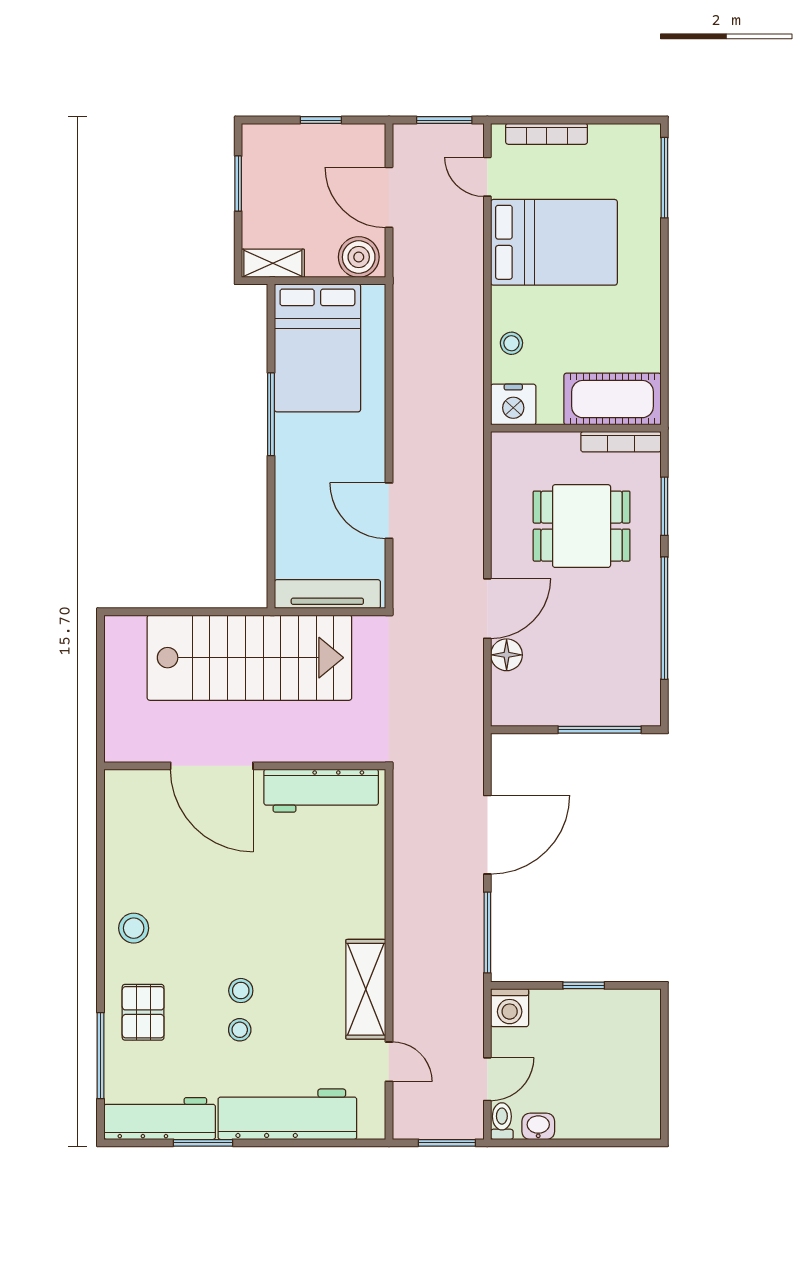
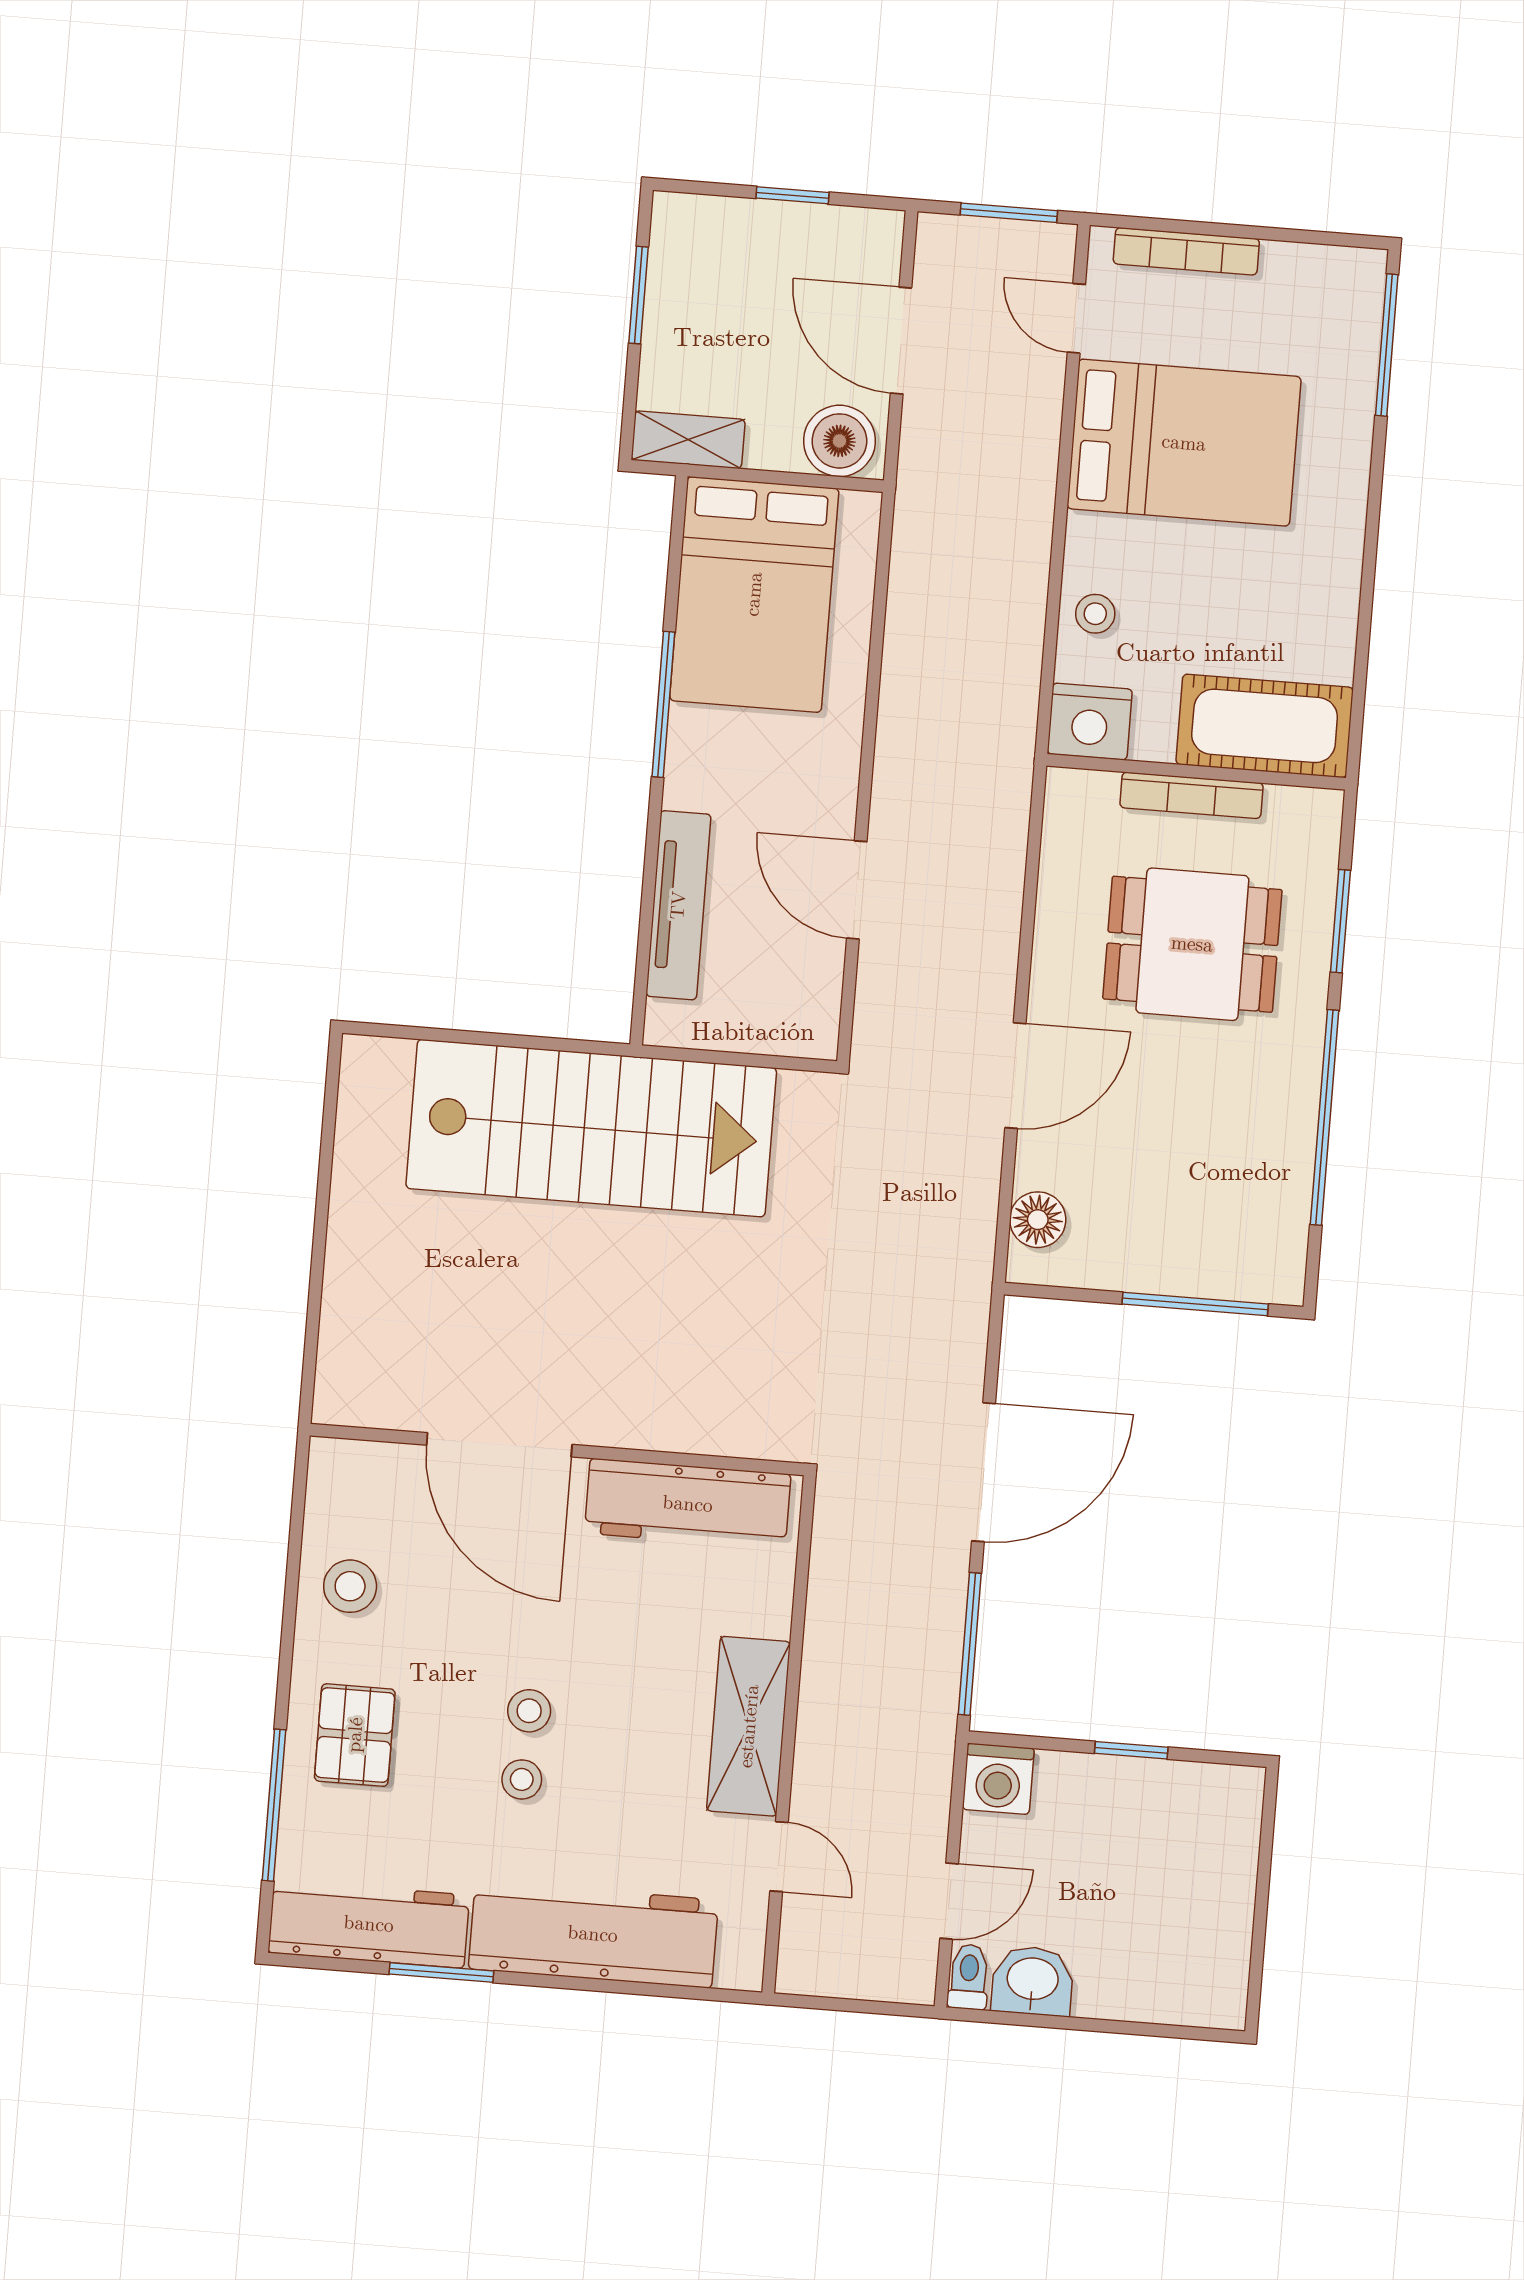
bookcase: (621, 442) -> (1192, 795), moved
tv unit: (327, 594) -> (678, 905), moved, turned 90
floor lamp: (507, 655) -> (1038, 1220), moved
door: (212, 766) -> (499, 1445), moved
wall: (245, 766) -> (557, 1449), moved
workbench: (321, 791) -> (688, 1504), moved
washbasin: (538, 1126) -> (1033, 1981), width x1.38, depth x1.45
window: (447, 1143) -> (869, 2007), removed

